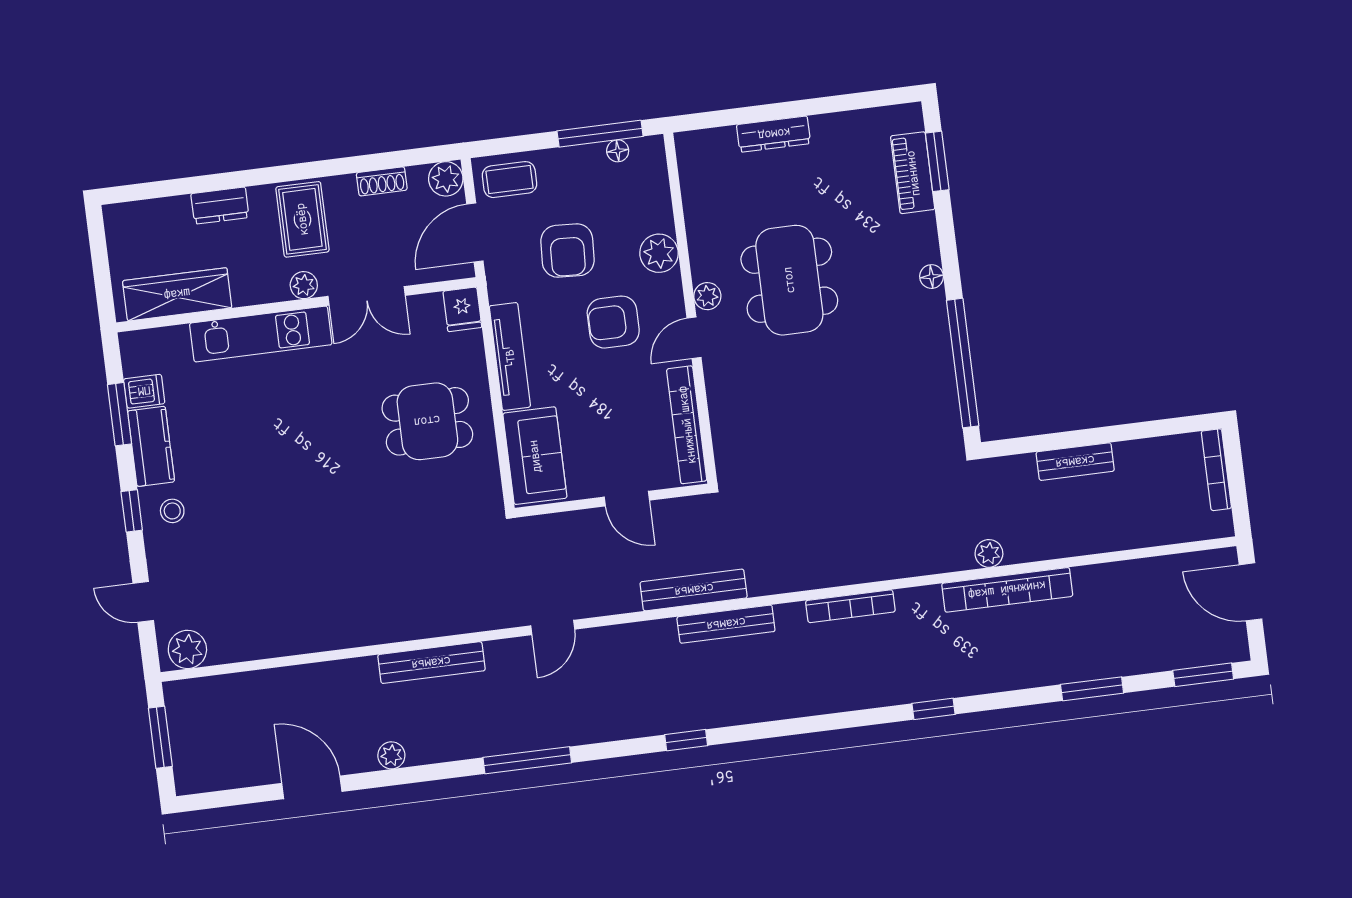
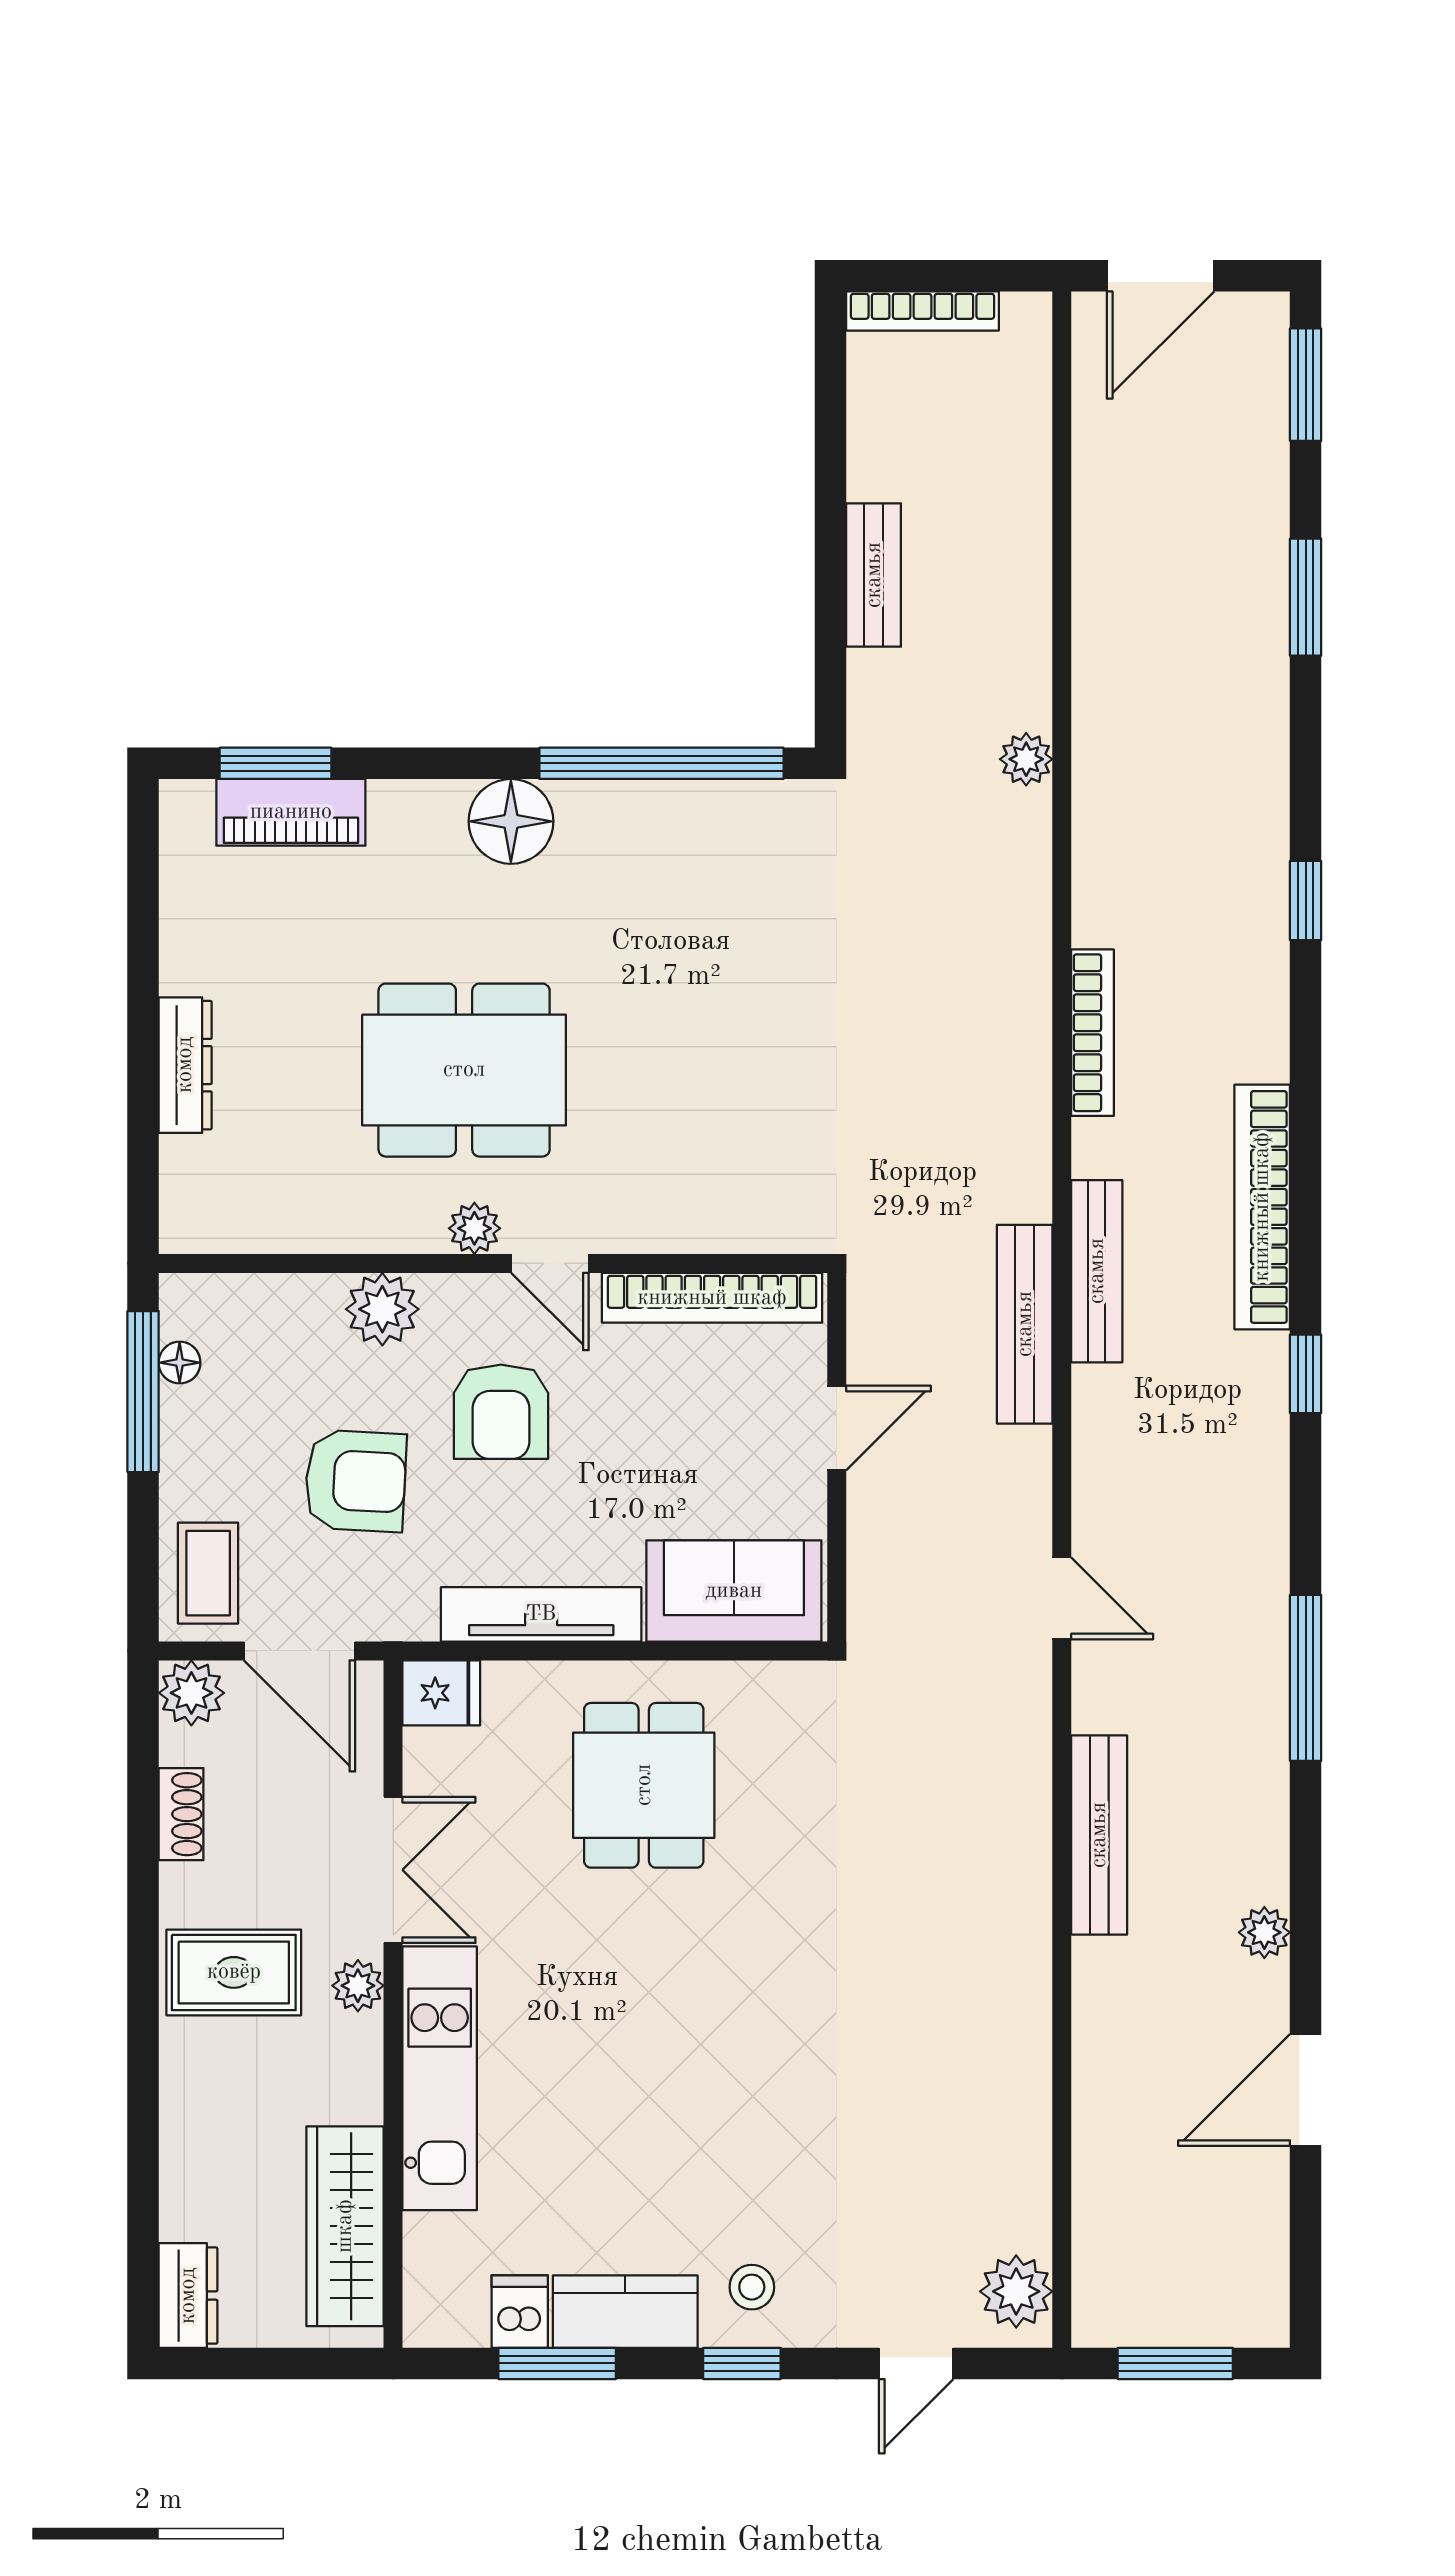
dresser: (220, 206) -> (188, 2296), moved
floor lamp: (932, 277) -> (511, 821), width x1.89, depth x1.89
bookcase: (1007, 590) -> (1262, 1207), moved, turned 180

